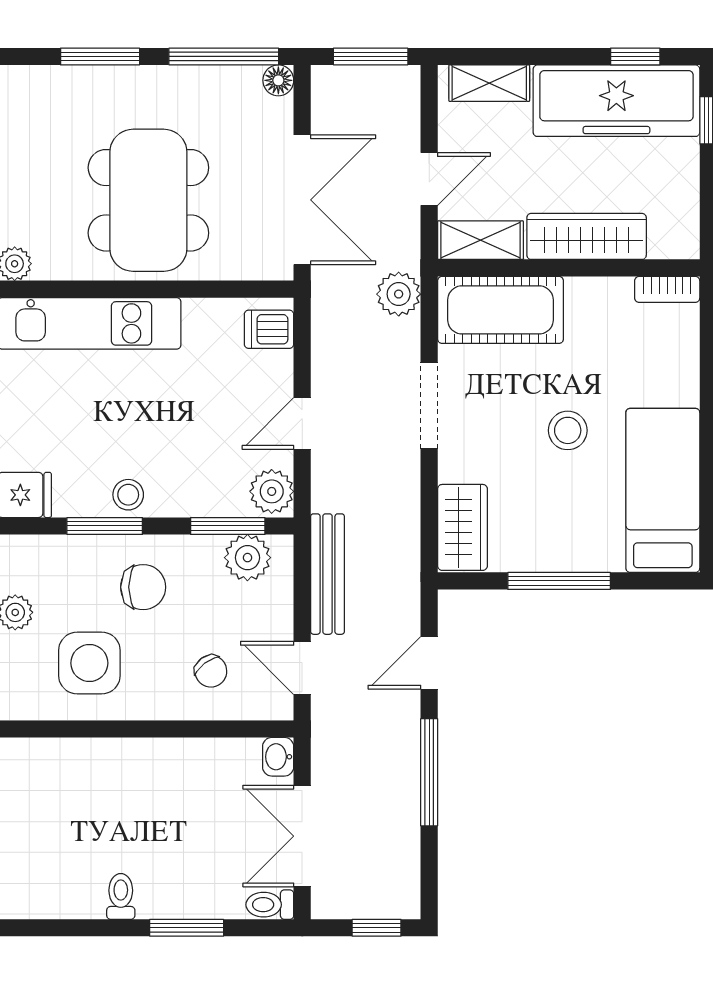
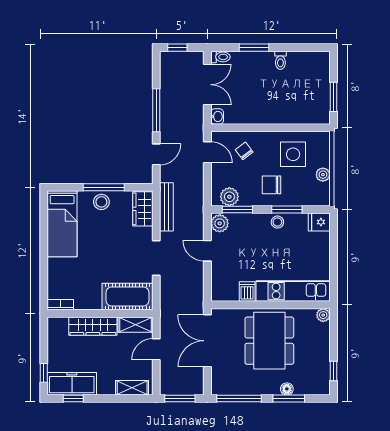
floor lamp: (278, 80) -> (287, 389), moved
freezer: (616, 101) -> (72, 384), width x0.73, depth x0.79
plant: (399, 294) -> (169, 303), removed
dishwasher: (269, 329) -> (247, 291), moved, turned -90
door: (302, 423) -> (207, 251), swing flipped
stool: (568, 430) -> (101, 202), moved
bench: (328, 574) -> (166, 207), moved

